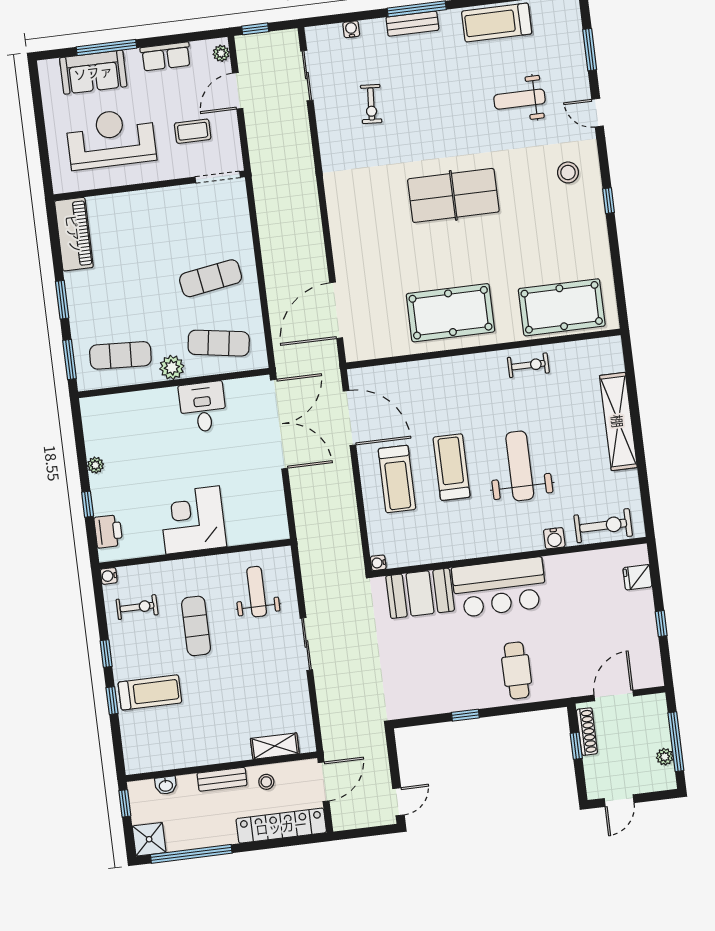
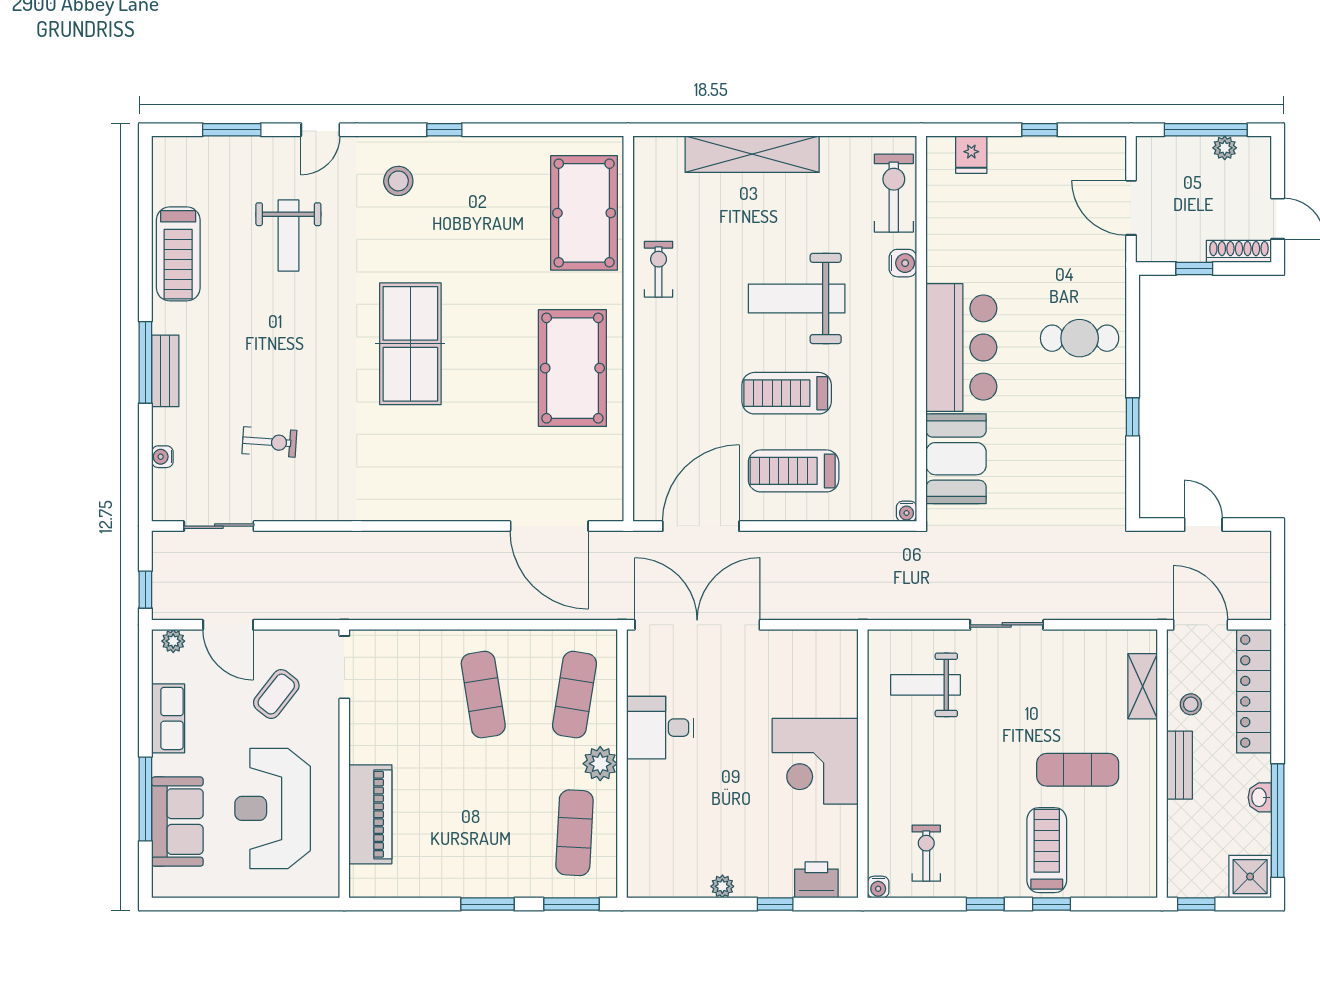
coffee table: (193, 131) -> (276, 694), turned 38
piano: (74, 234) -> (370, 814), moved, turned 90
treadmill: (397, 479) -> (794, 471), turned 180
exercise mat: (196, 626) -> (1078, 770), moved
shoe rack: (587, 732) -> (1239, 251), moved
washbasin: (166, 785) -> (1260, 797), moved, turned 180
door: (398, 802) -> (1203, 525), moved

